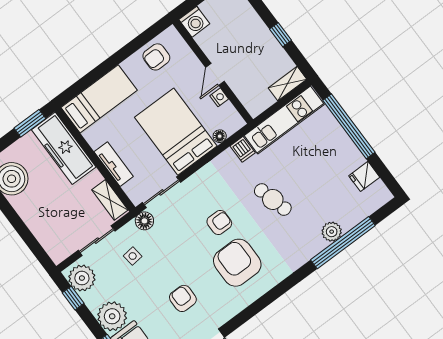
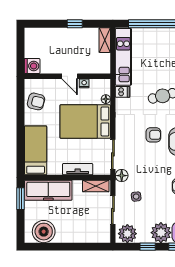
armchair: (156, 57) -> (36, 101), turned -76
armchair: (219, 222) -> (153, 135), turned 90
window: (73, 298) -> (148, 247), moved

